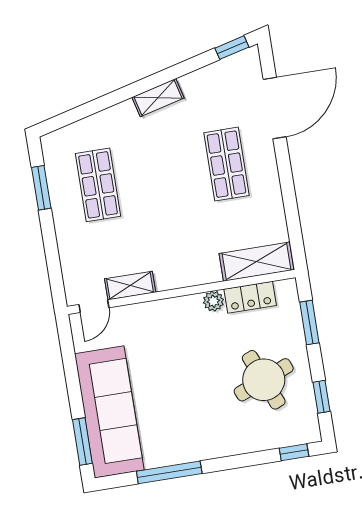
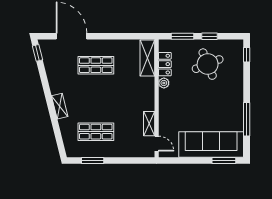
shelving: (158, 98) -> (60, 106), moved
window: (321, 397) -> (209, 36), moved

